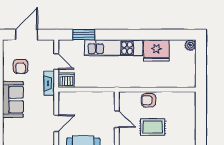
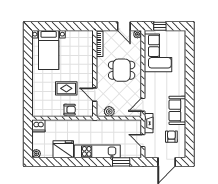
dishwasher: (66, 80) -> (38, 126), moved
plant: (99, 98) -> (109, 111), added
door: (56, 123) -> (143, 105), moved

